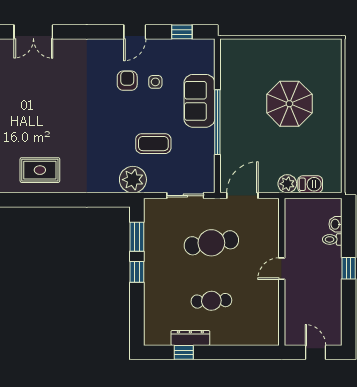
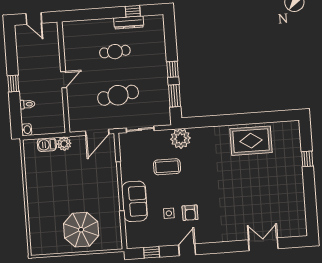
parasol: (289, 104) -> (81, 230), moved
rug: (40, 170) -> (251, 141), width x1.36, depth x1.43
washbasin: (335, 224) -> (27, 130), moved

